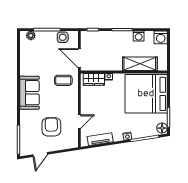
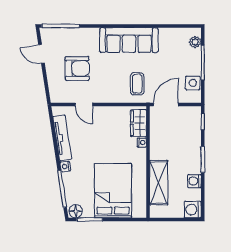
sofa: (29, 93) -> (129, 40), width x1.36
bed: (146, 94) -> (113, 191), width x0.73
tv unit: (100, 139) -> (62, 138), width x1.41

